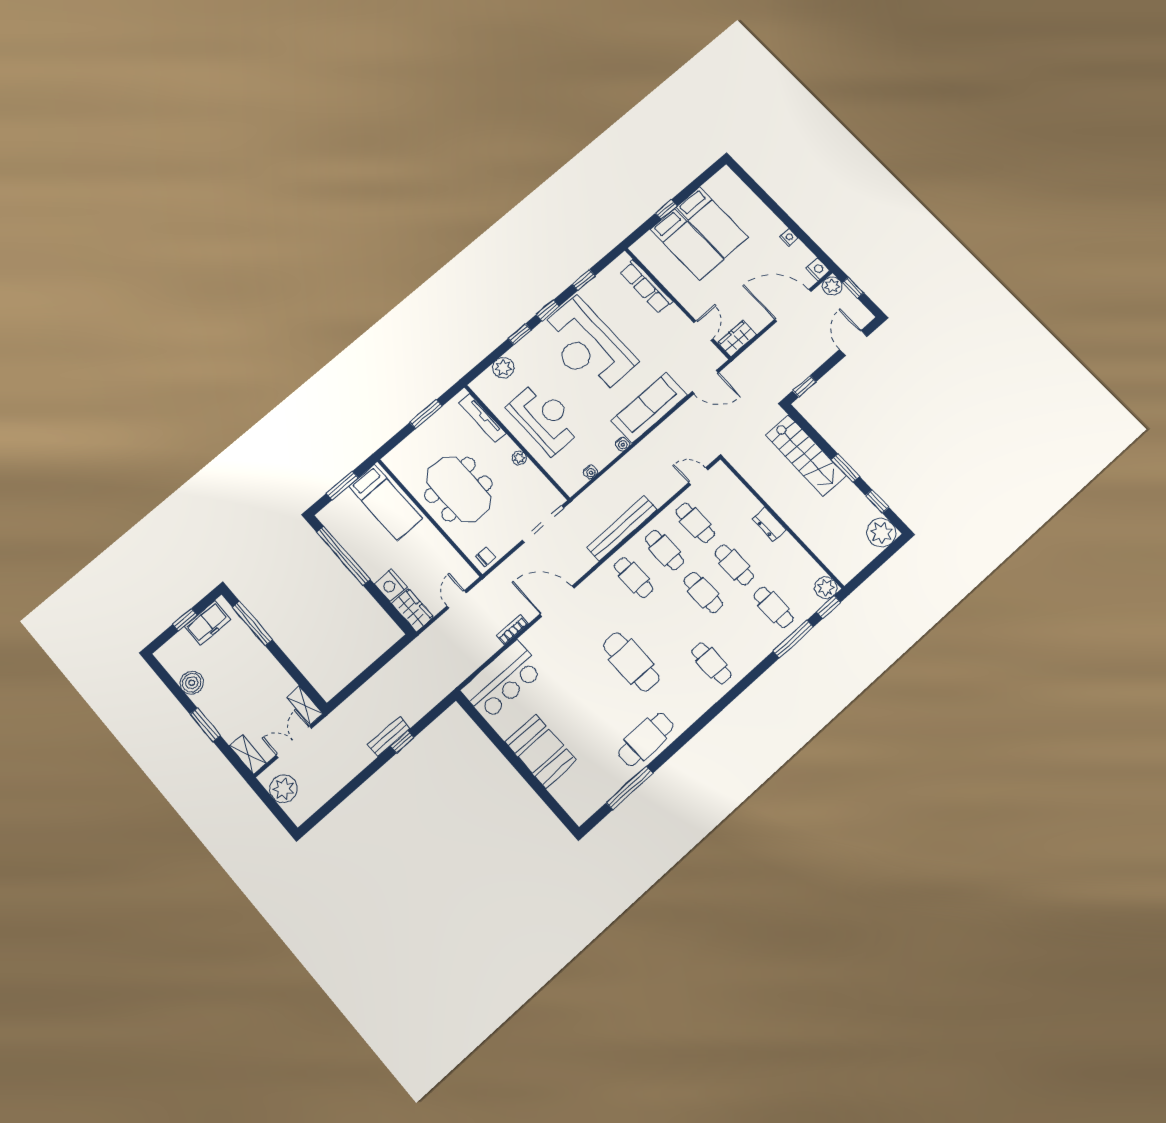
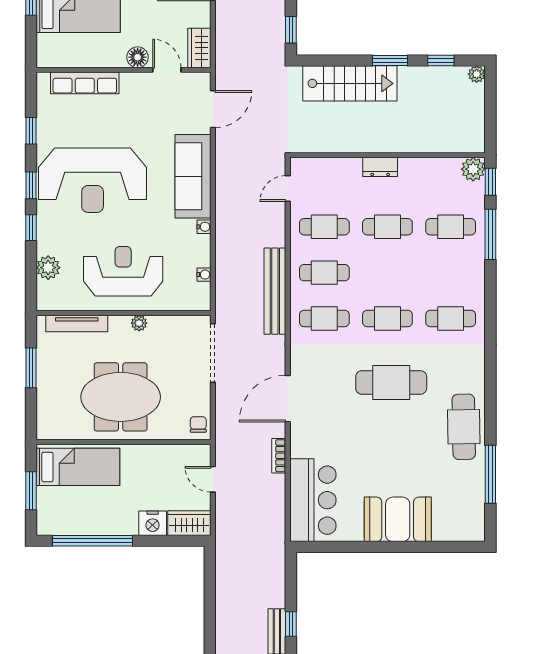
floor lamp: (694, 305) -> (138, 57), added
plant: (881, 533) -> (477, 74), width x0.53, depth x0.53
cafe table: (703, 592) -> (387, 318), moved

